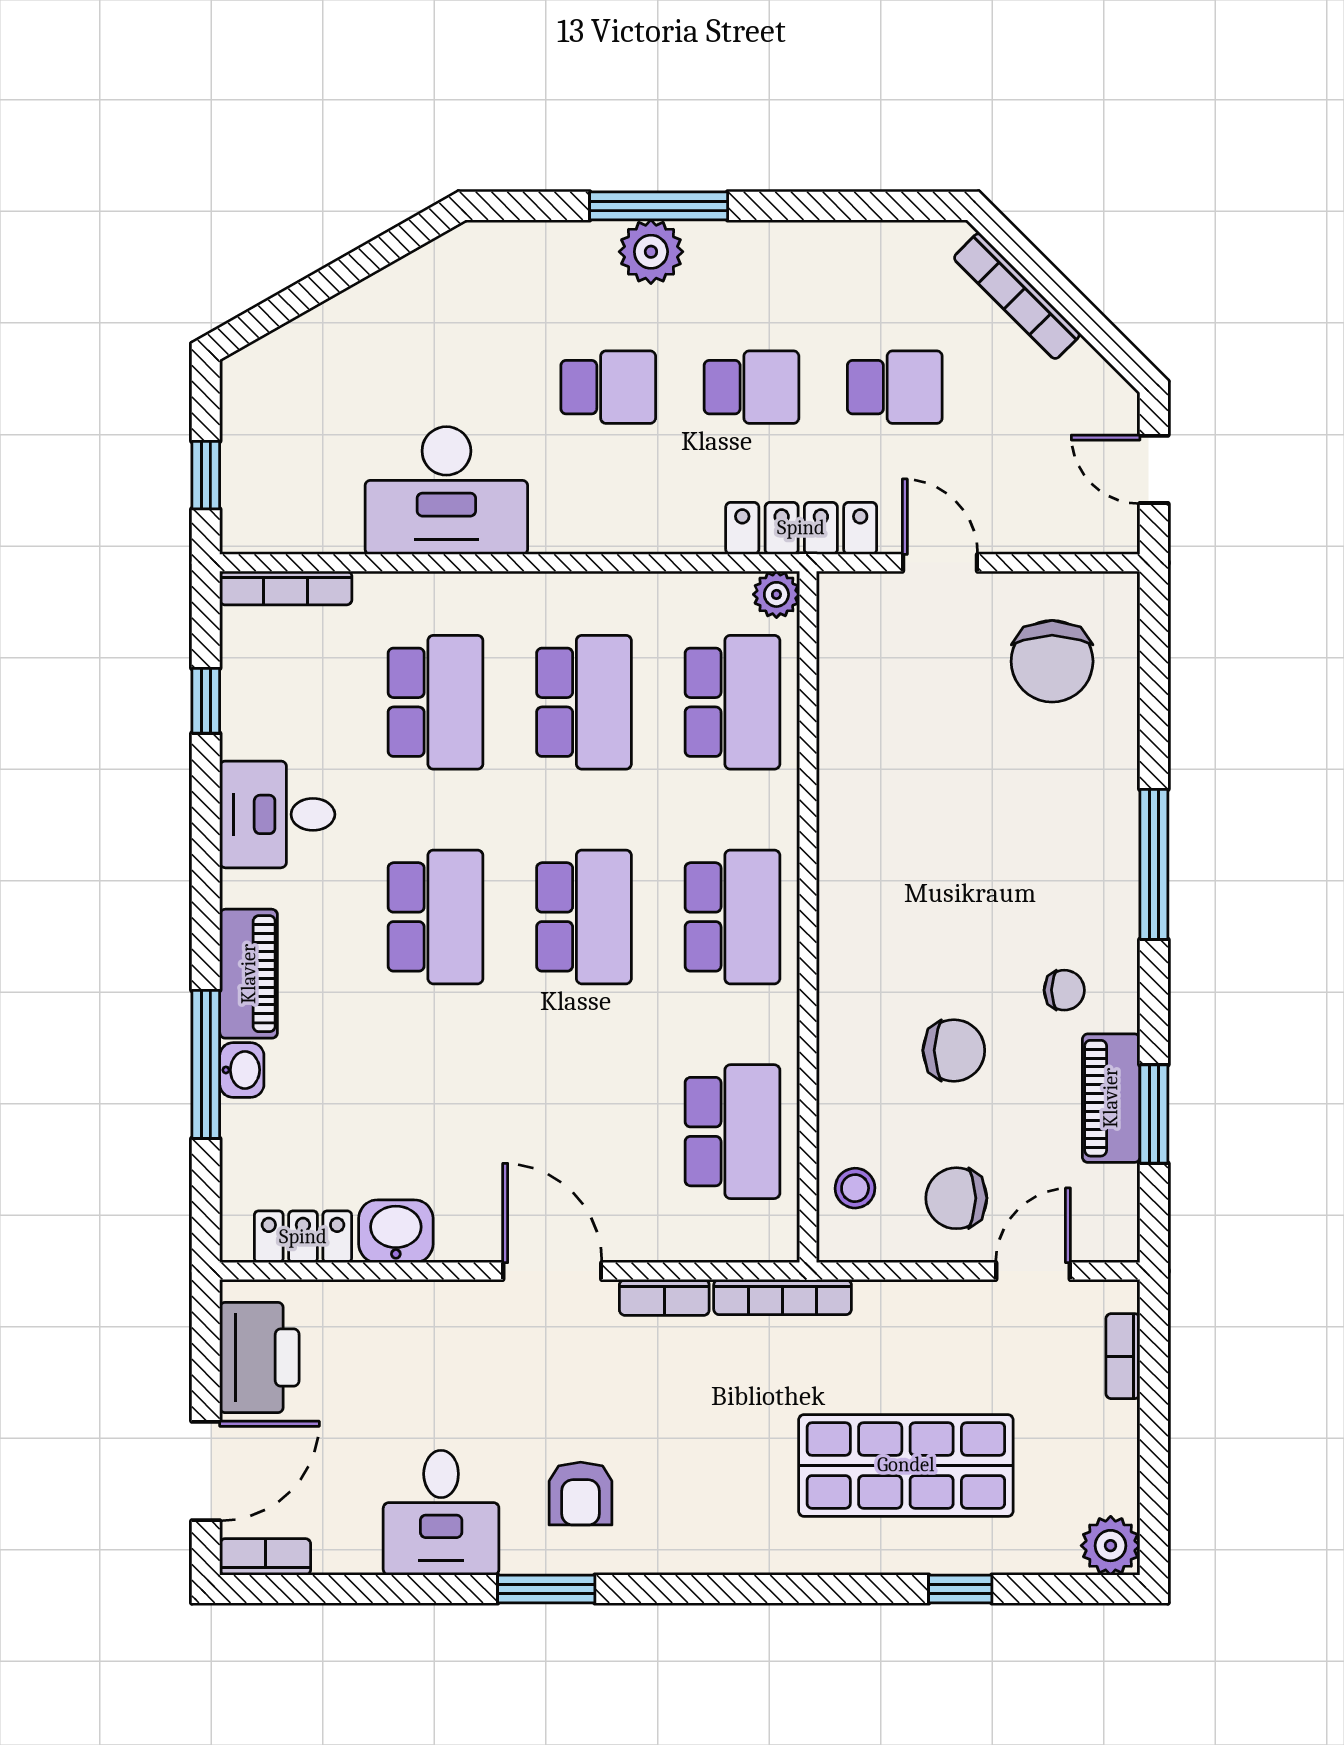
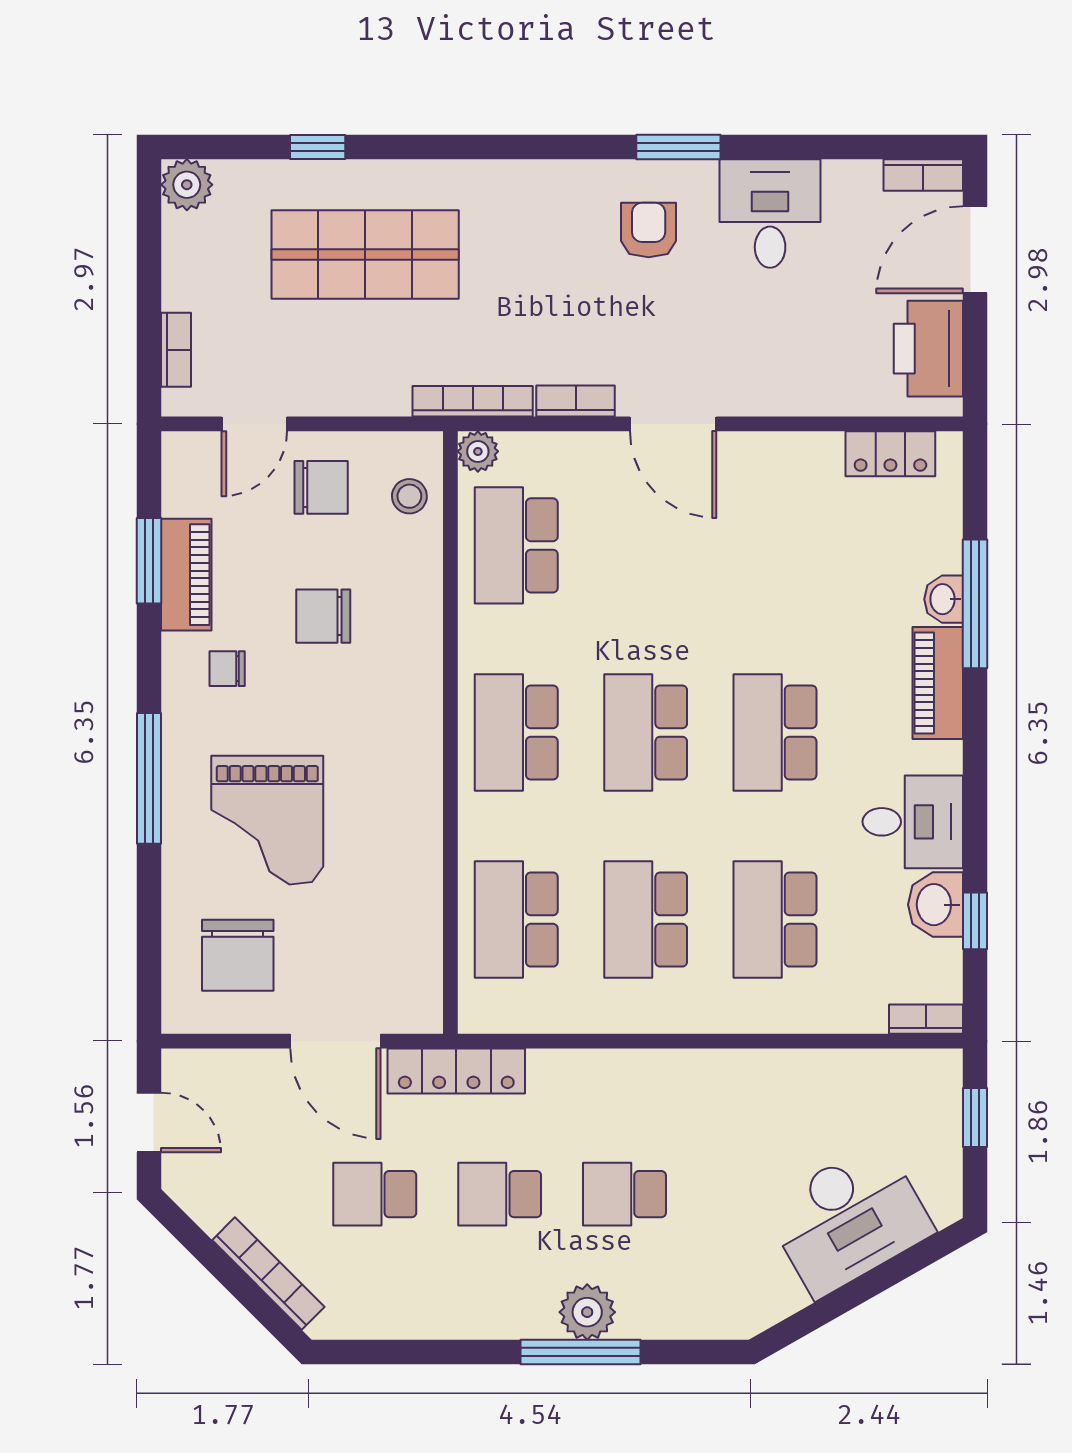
desk: (446, 491) -> (849, 1219), moved, turned 150
door: (940, 563) -> (335, 1041), width x1.38
bookcase: (286, 588) -> (926, 1019), width x0.64
plant: (776, 594) -> (478, 451), moved
chair: (1052, 661) -> (238, 955), turned 180
grand piano: (1018, 816) -> (267, 820), added
washbasin: (396, 1231) -> (936, 905), moved, turned 90

